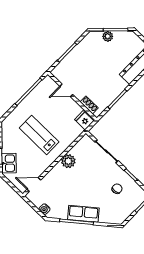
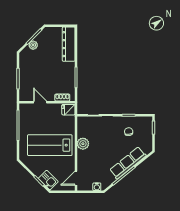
door: (66, 90) -> (40, 102), swing flipped
lab bench: (39, 135) -> (50, 145), width x1.36, depth x1.39
row of seats: (83, 214) -> (128, 163), width x1.48

